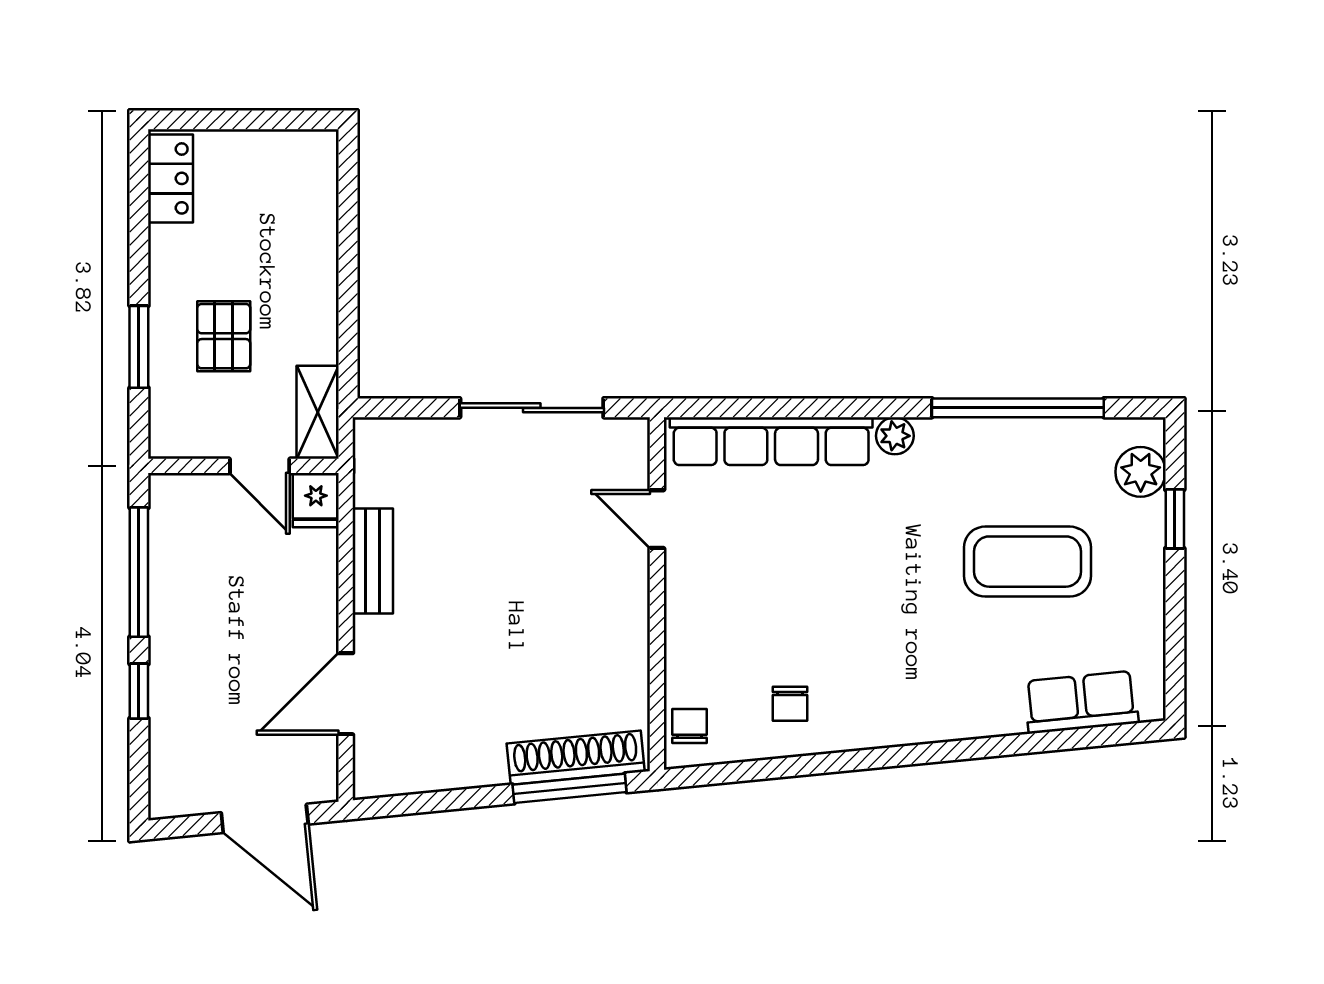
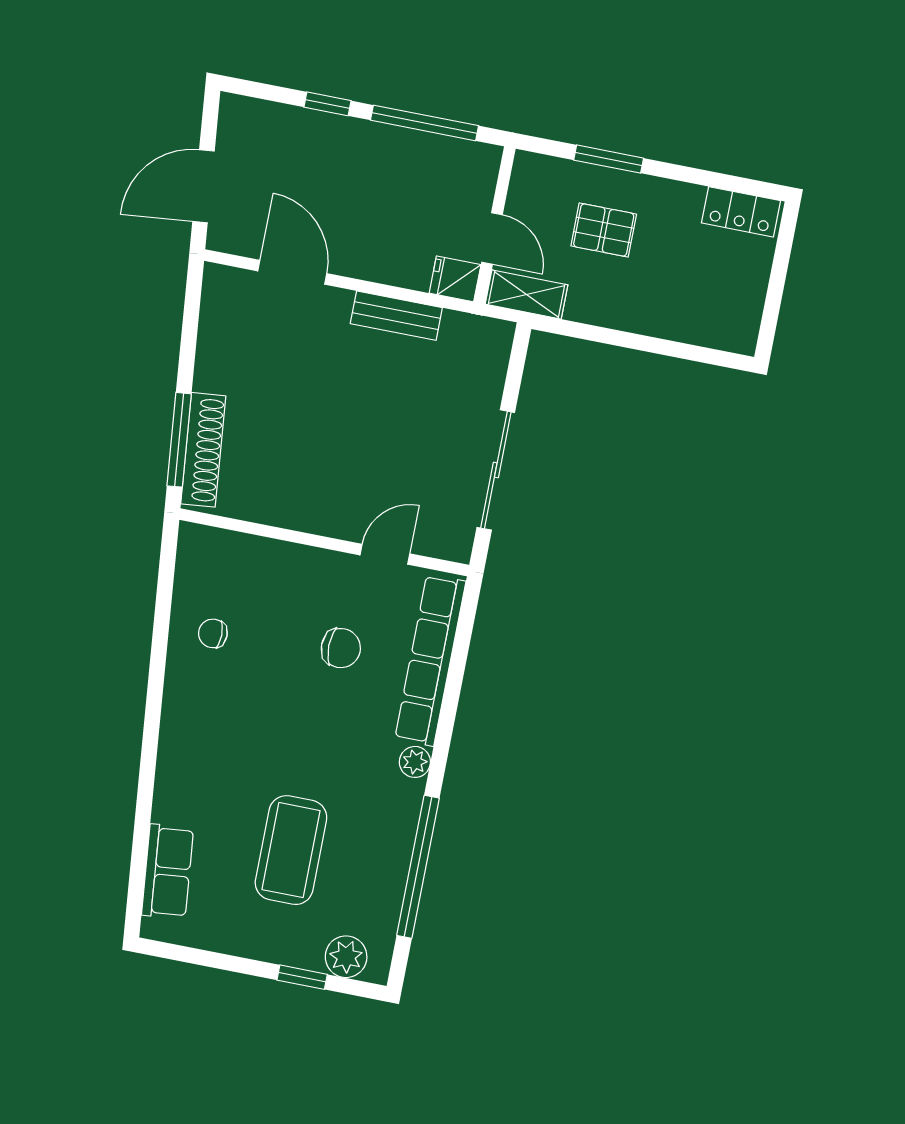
door: (260, 466) -> (492, 238), swing flipped
chair: (689, 726) -> (341, 648), moved, width x1.37, depth x1.37

